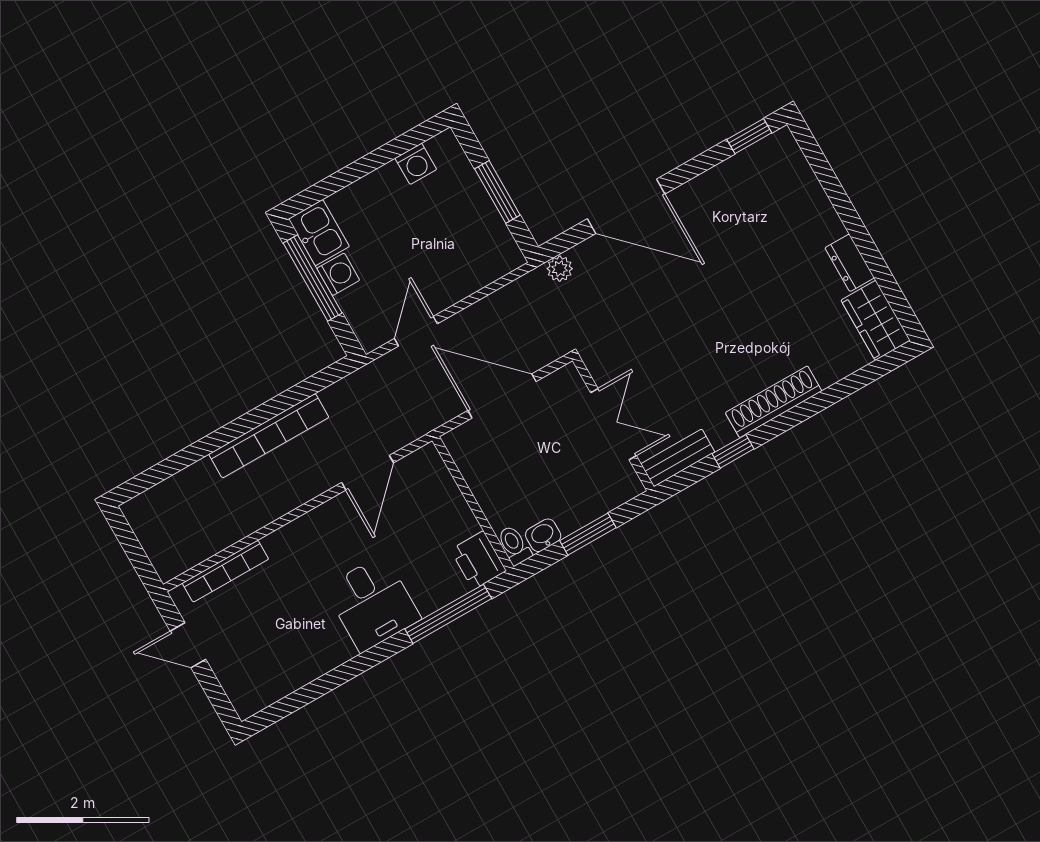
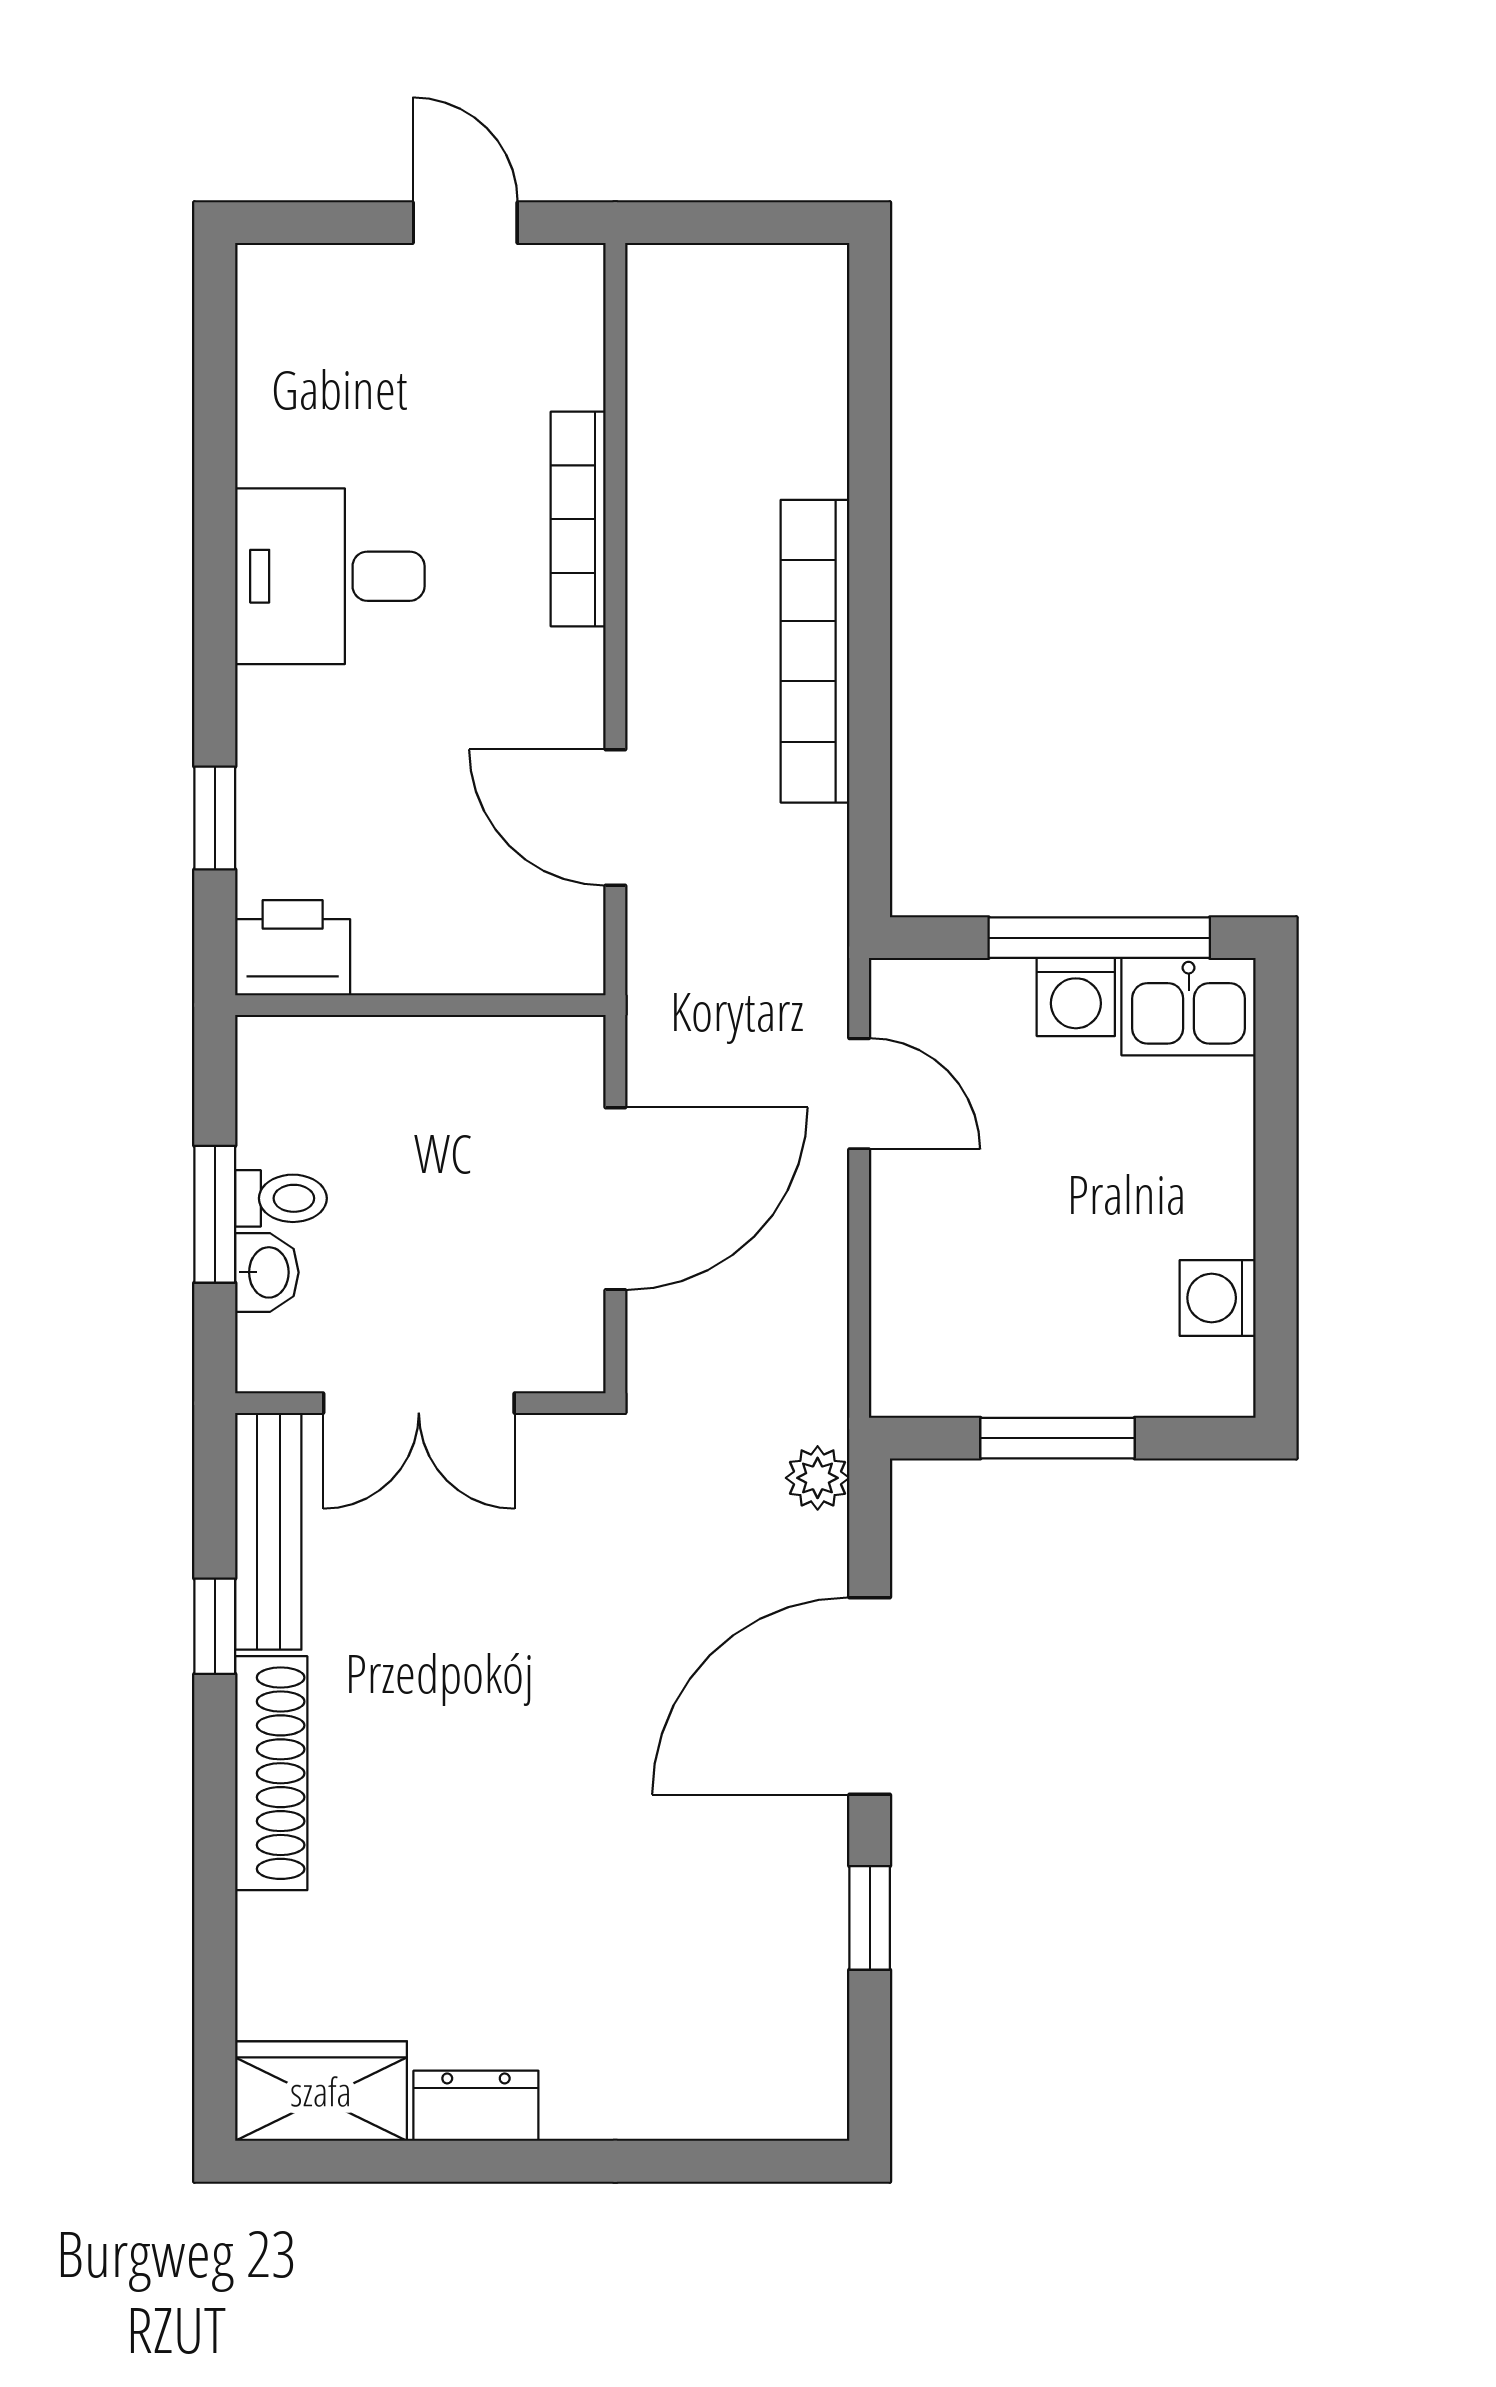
window: (749, 136) -> (870, 1918), moved
bench: (678, 458) -> (268, 1531), width x1.36
washbasin: (543, 535) -> (267, 1272), moved
toilet: (514, 545) -> (281, 1198), moved
bookcase: (225, 571) -> (578, 519), moved
desk: (372, 603) -> (330, 576), moved
window: (448, 614) -> (215, 818), width x0.46
door: (188, 645) -> (465, 223), hinge flipped

